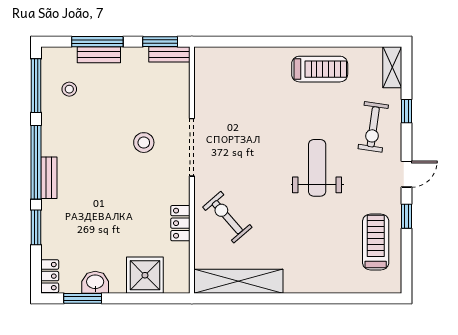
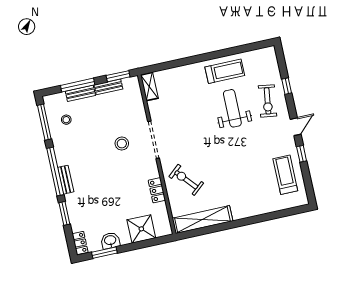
bench: (169, 54) -> (108, 87), moved
shelving: (392, 67) -> (149, 87), moved
weight bench: (317, 168) -> (232, 108), moved

